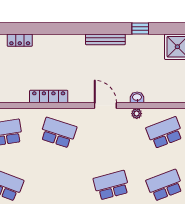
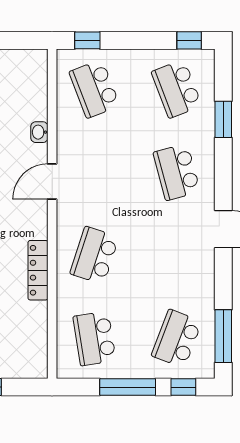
plant: (137, 114) -> (65, 133), removed

